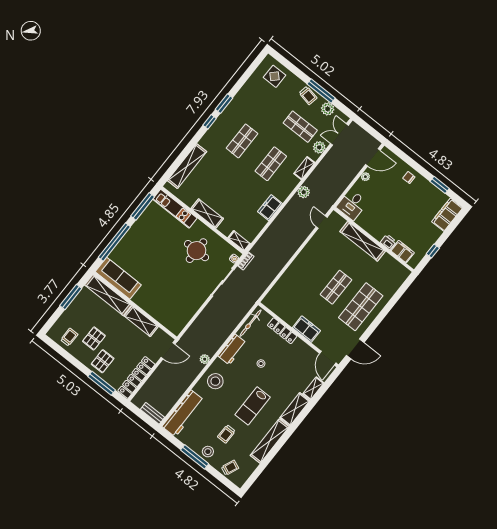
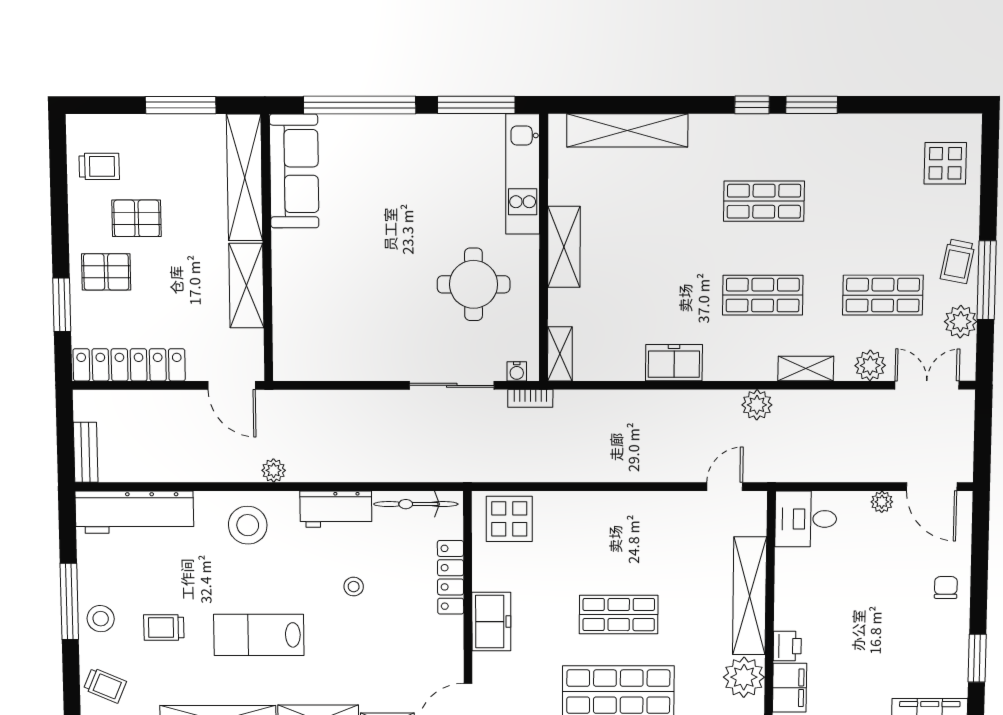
shop shelf: (300, 127) -> (883, 295), turned 90
plant: (388, 263) -> (744, 677), added
display table: (278, 298) -> (509, 519), added
window: (102, 383) -> (62, 305), width x0.69

